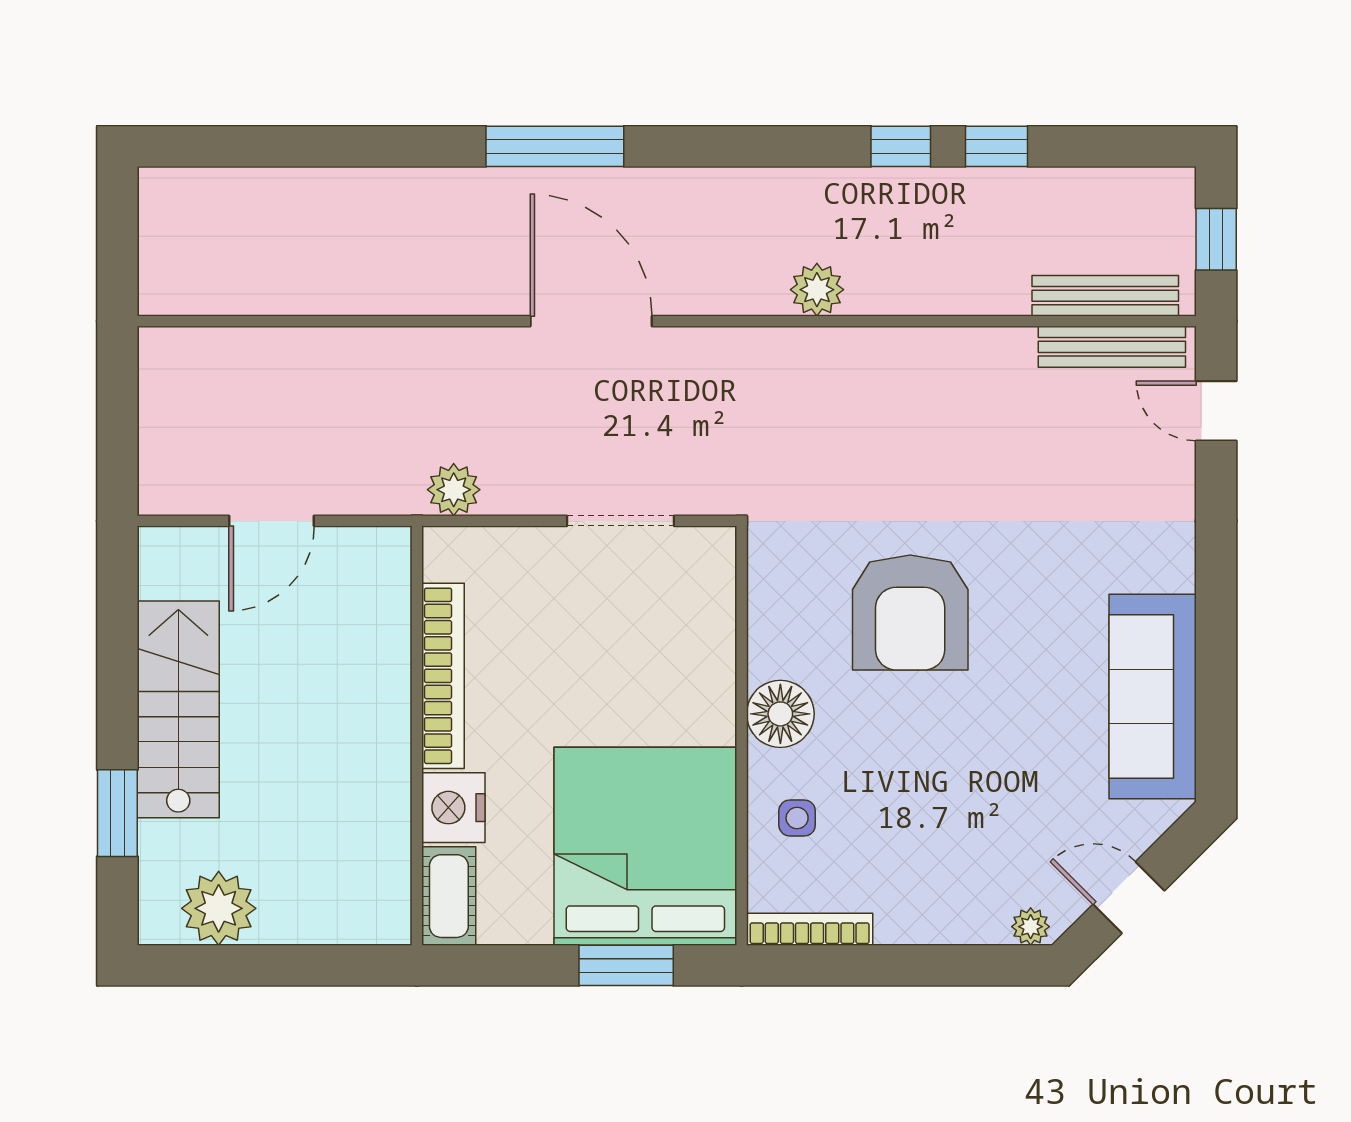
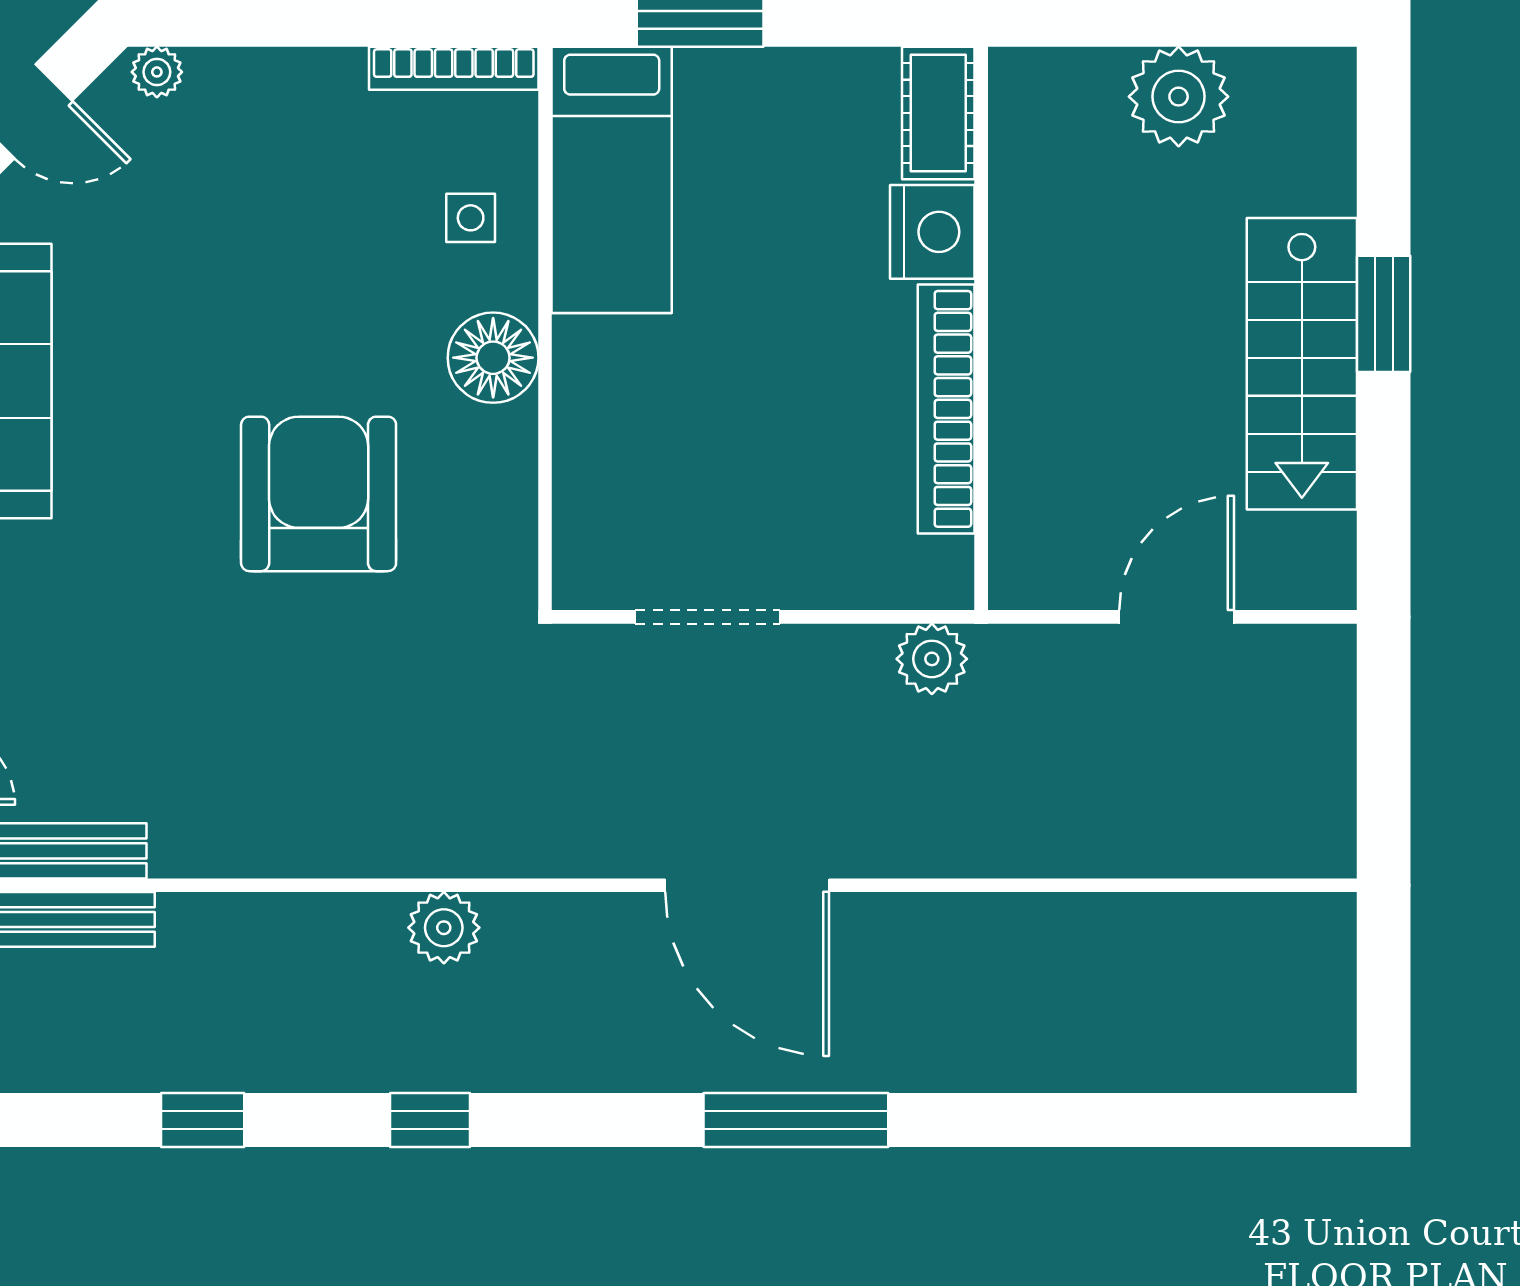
window: (901, 146) -> (430, 1120), moved
window: (117, 813) -> (1384, 314), moved
bed: (645, 846) -> (612, 180), width x0.49
plant: (219, 908) -> (1179, 97), moved

